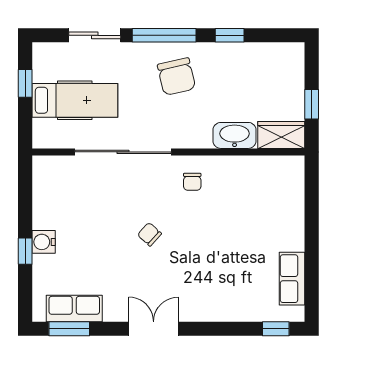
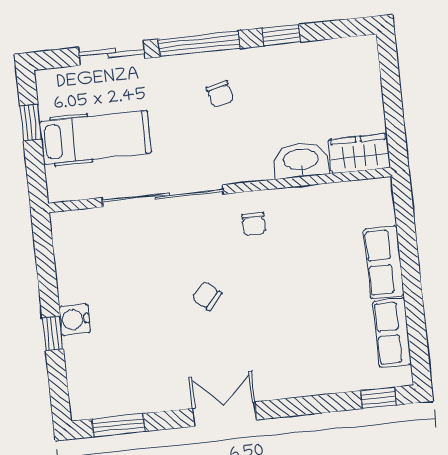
chair: (176, 77) -> (220, 94), width x0.54, depth x0.54
window: (312, 104) -> (394, 111), removed
row of seats: (74, 308) -> (384, 262), moved, turned -90

